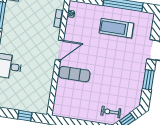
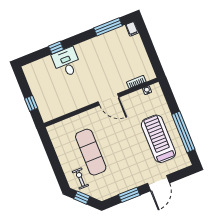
treadmill: (116, 28) -> (158, 139), width x1.37, depth x1.38
exercise mat: (74, 74) -> (91, 152), moved, width x1.36, depth x1.45

